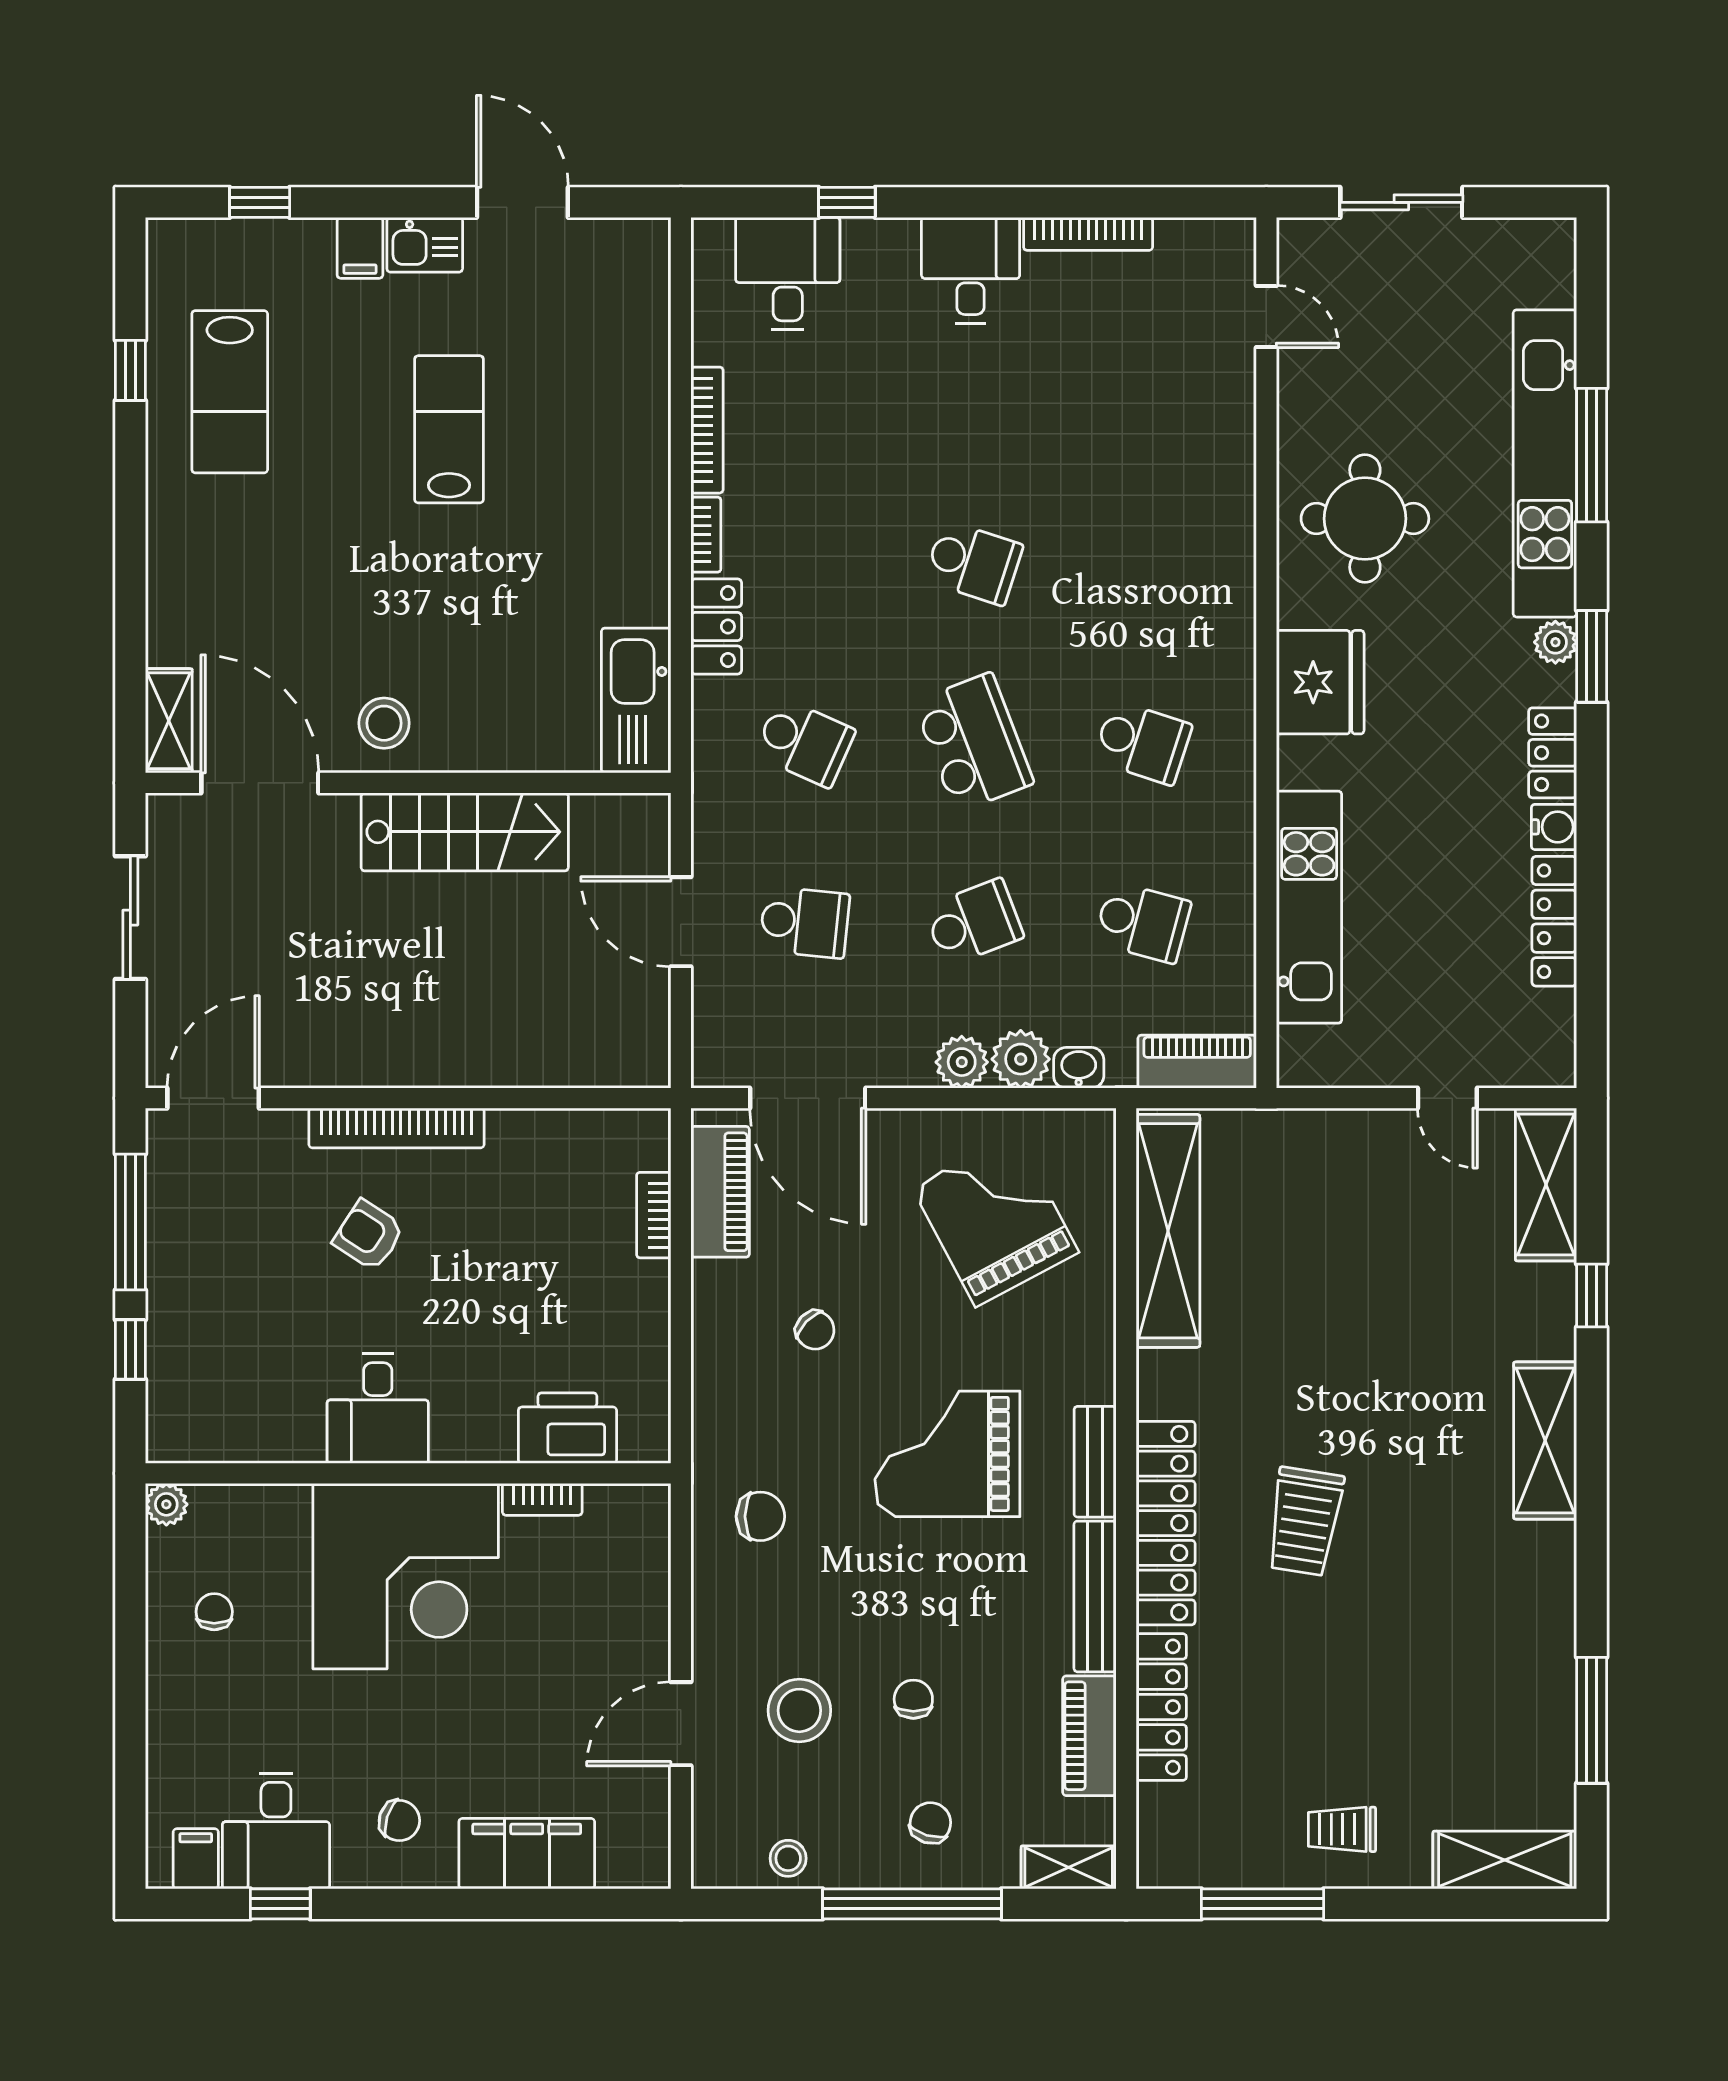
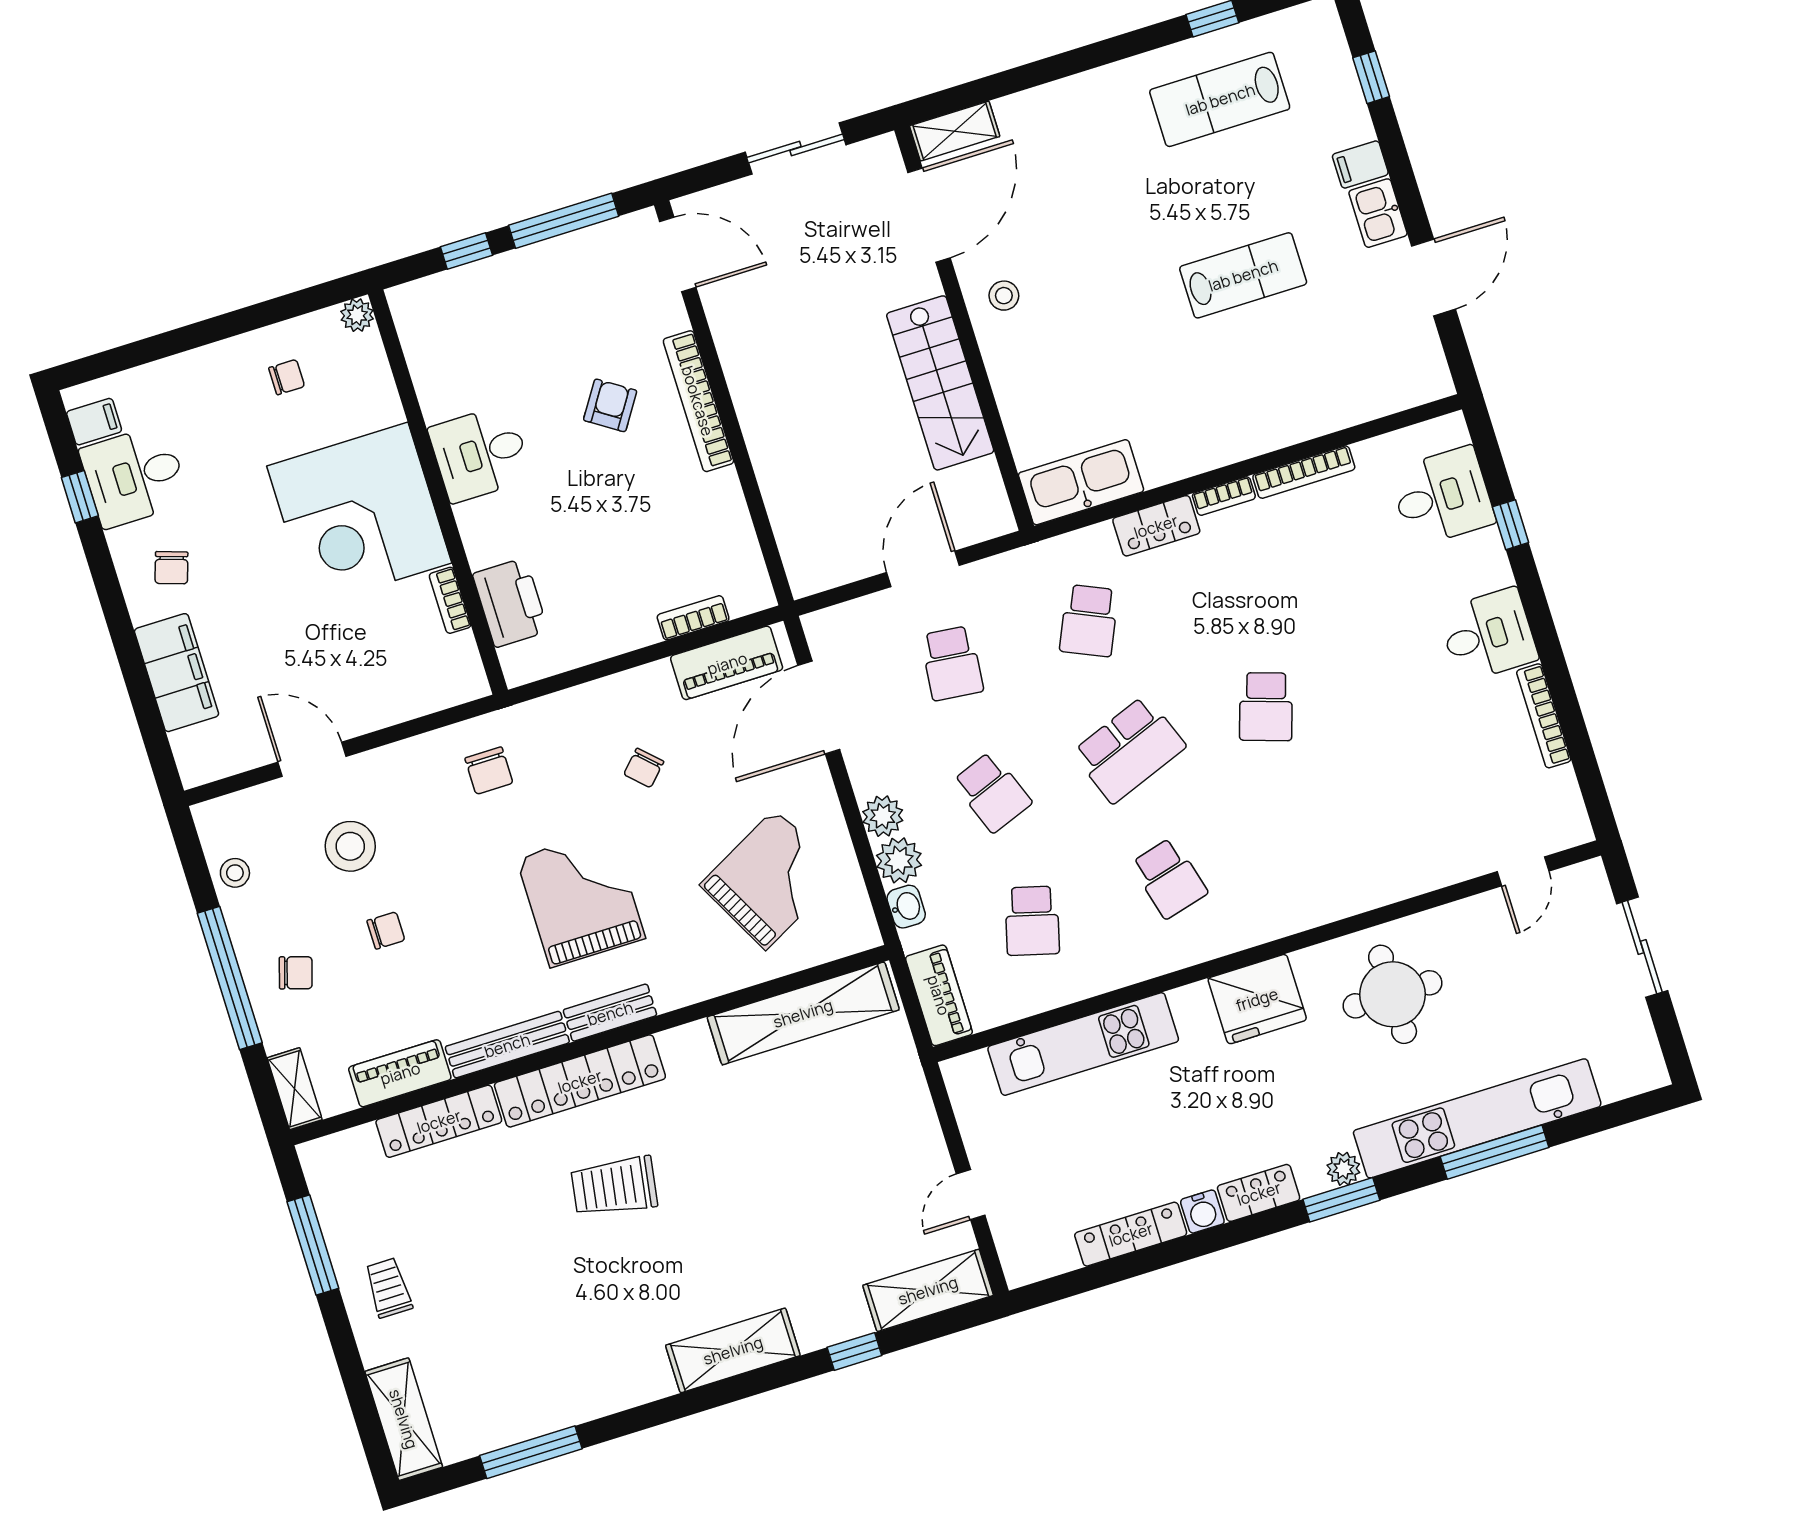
stool: (384, 723) -> (1004, 296), width x0.73, depth x0.73
school desk: (1143, 743) -> (1169, 878), turned -33

